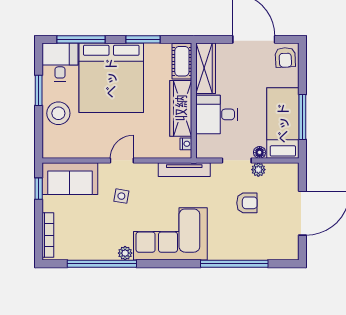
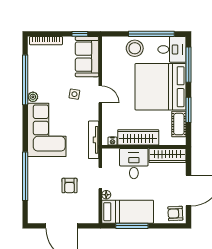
cot: (182, 61) -> (179, 124), moved, turned 90
window: (39, 90) -> (151, 34), width x2.11
plant: (258, 170) -> (94, 194), removed

